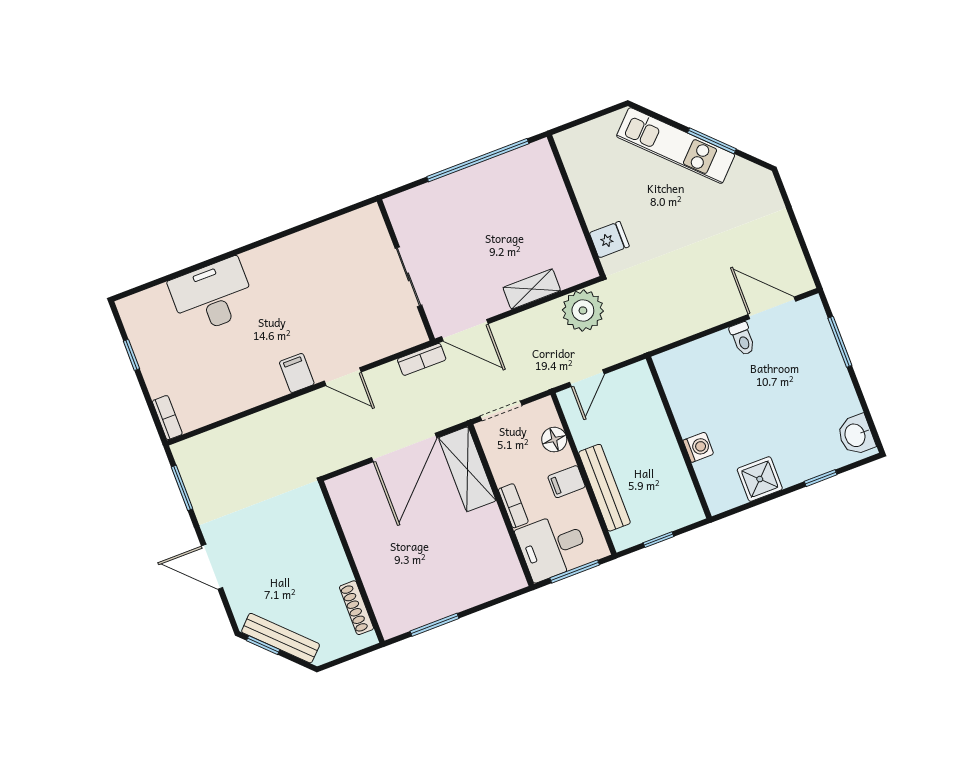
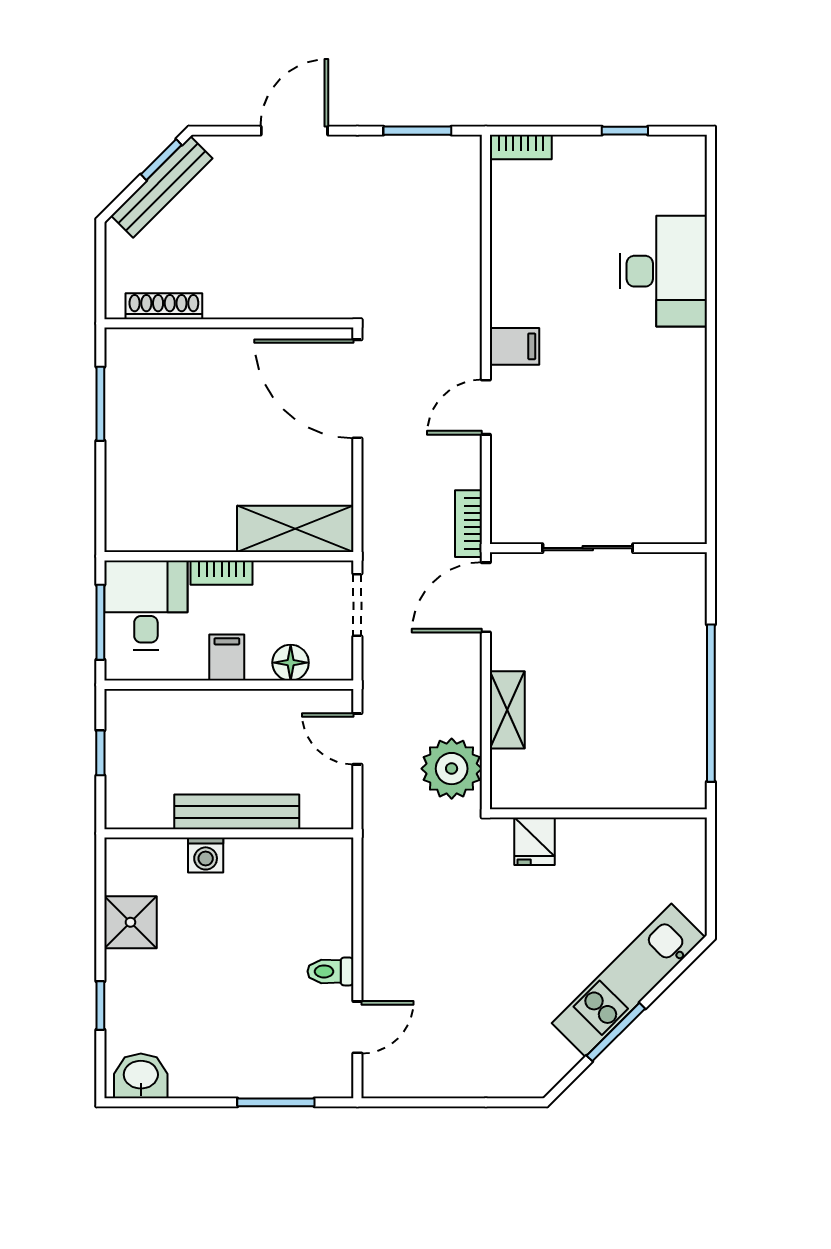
door: (772, 308) -> (357, 1027), width x0.73
door: (404, 448) -> (357, 389), moved
bench: (604, 488) -> (237, 812), moved

